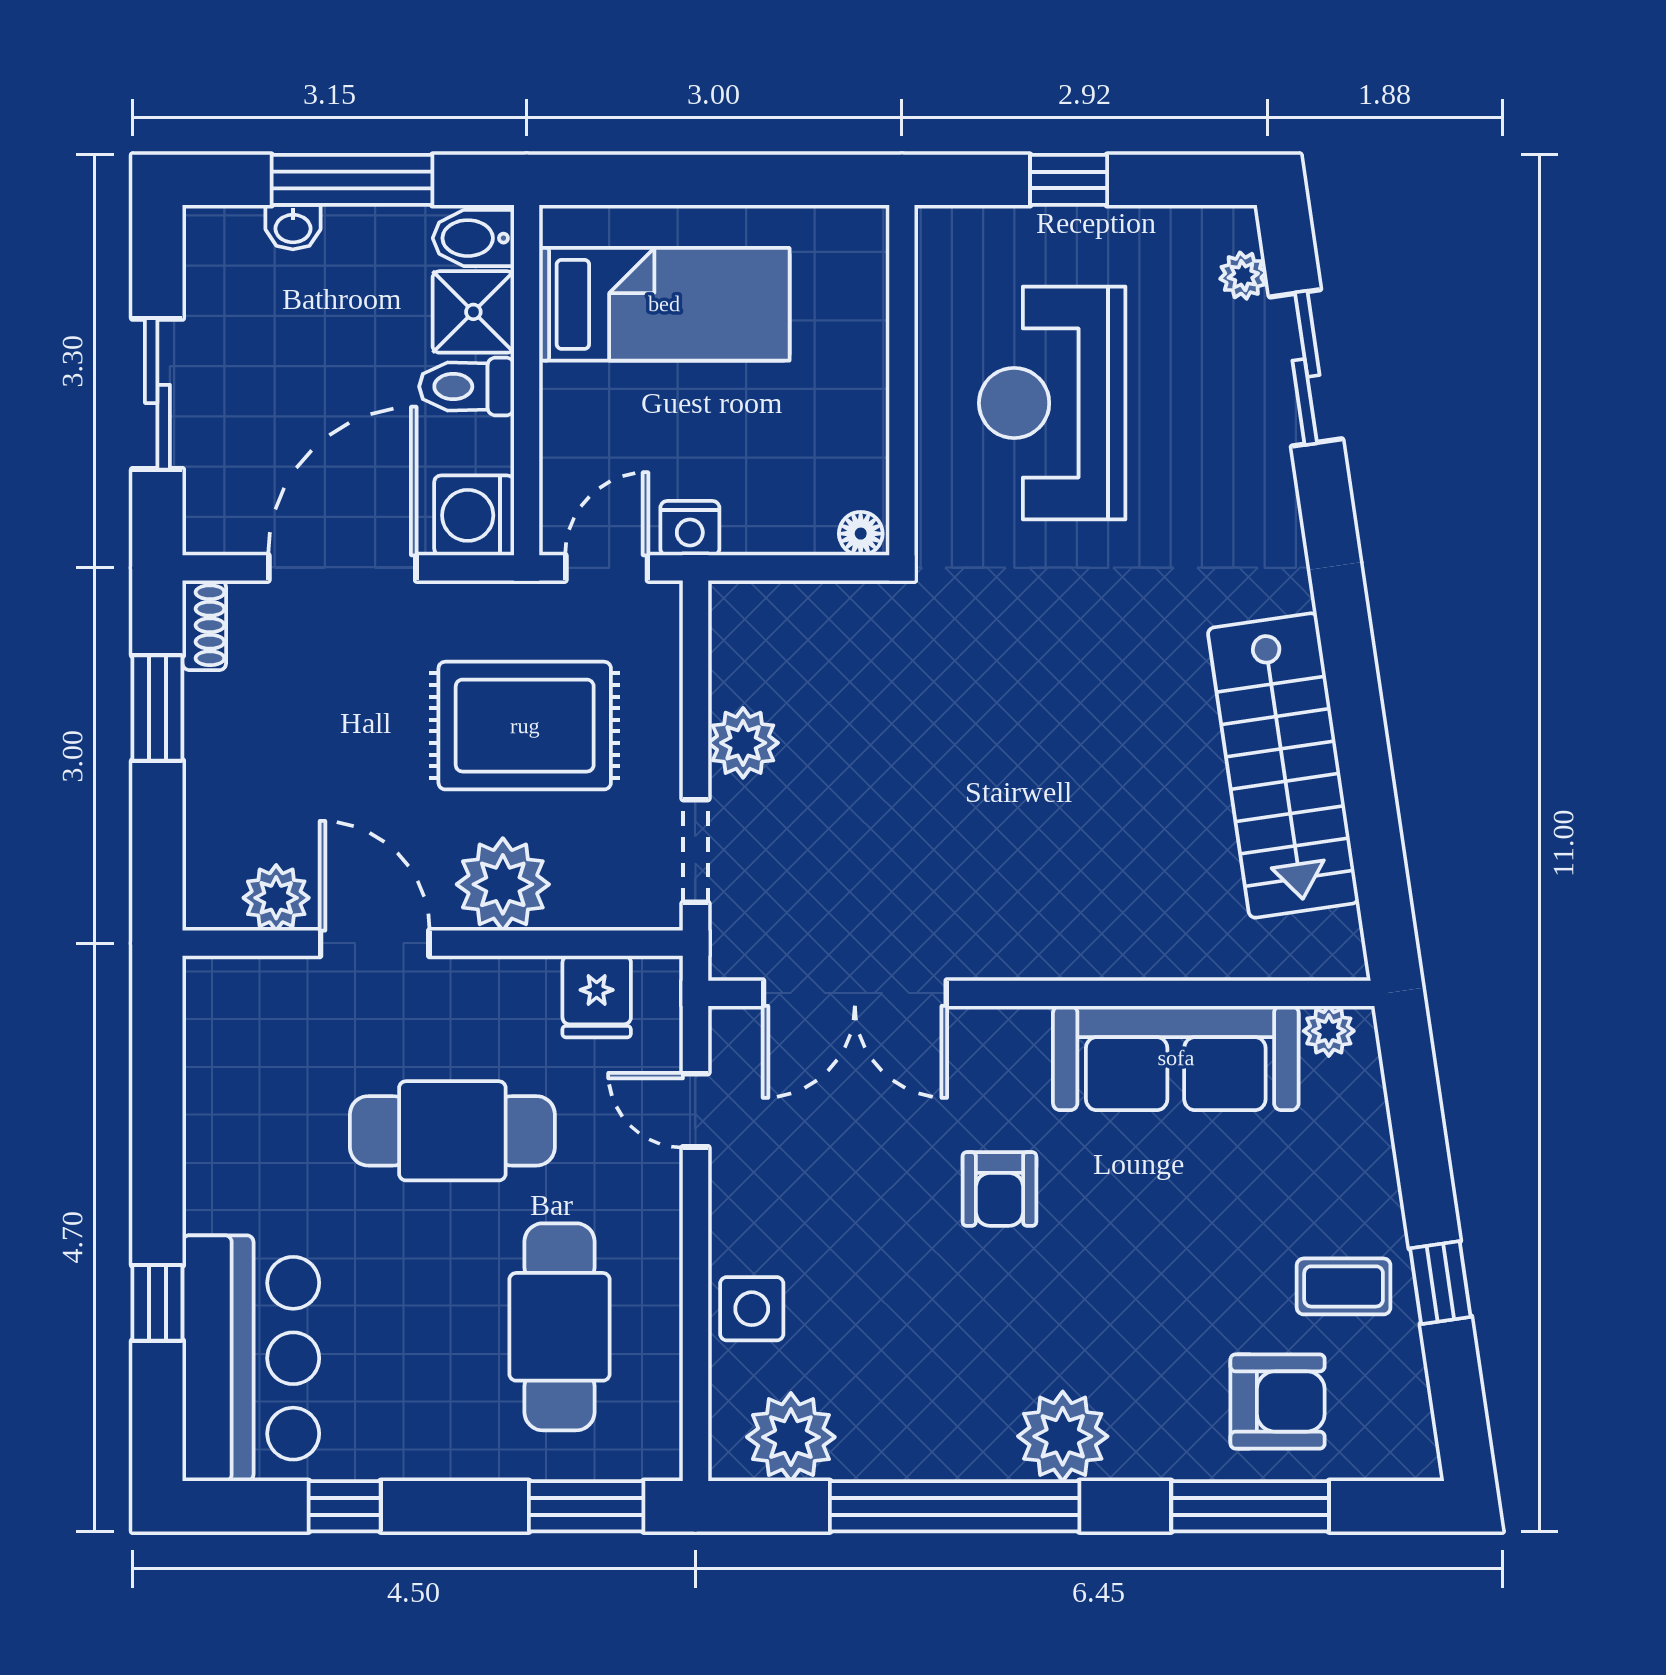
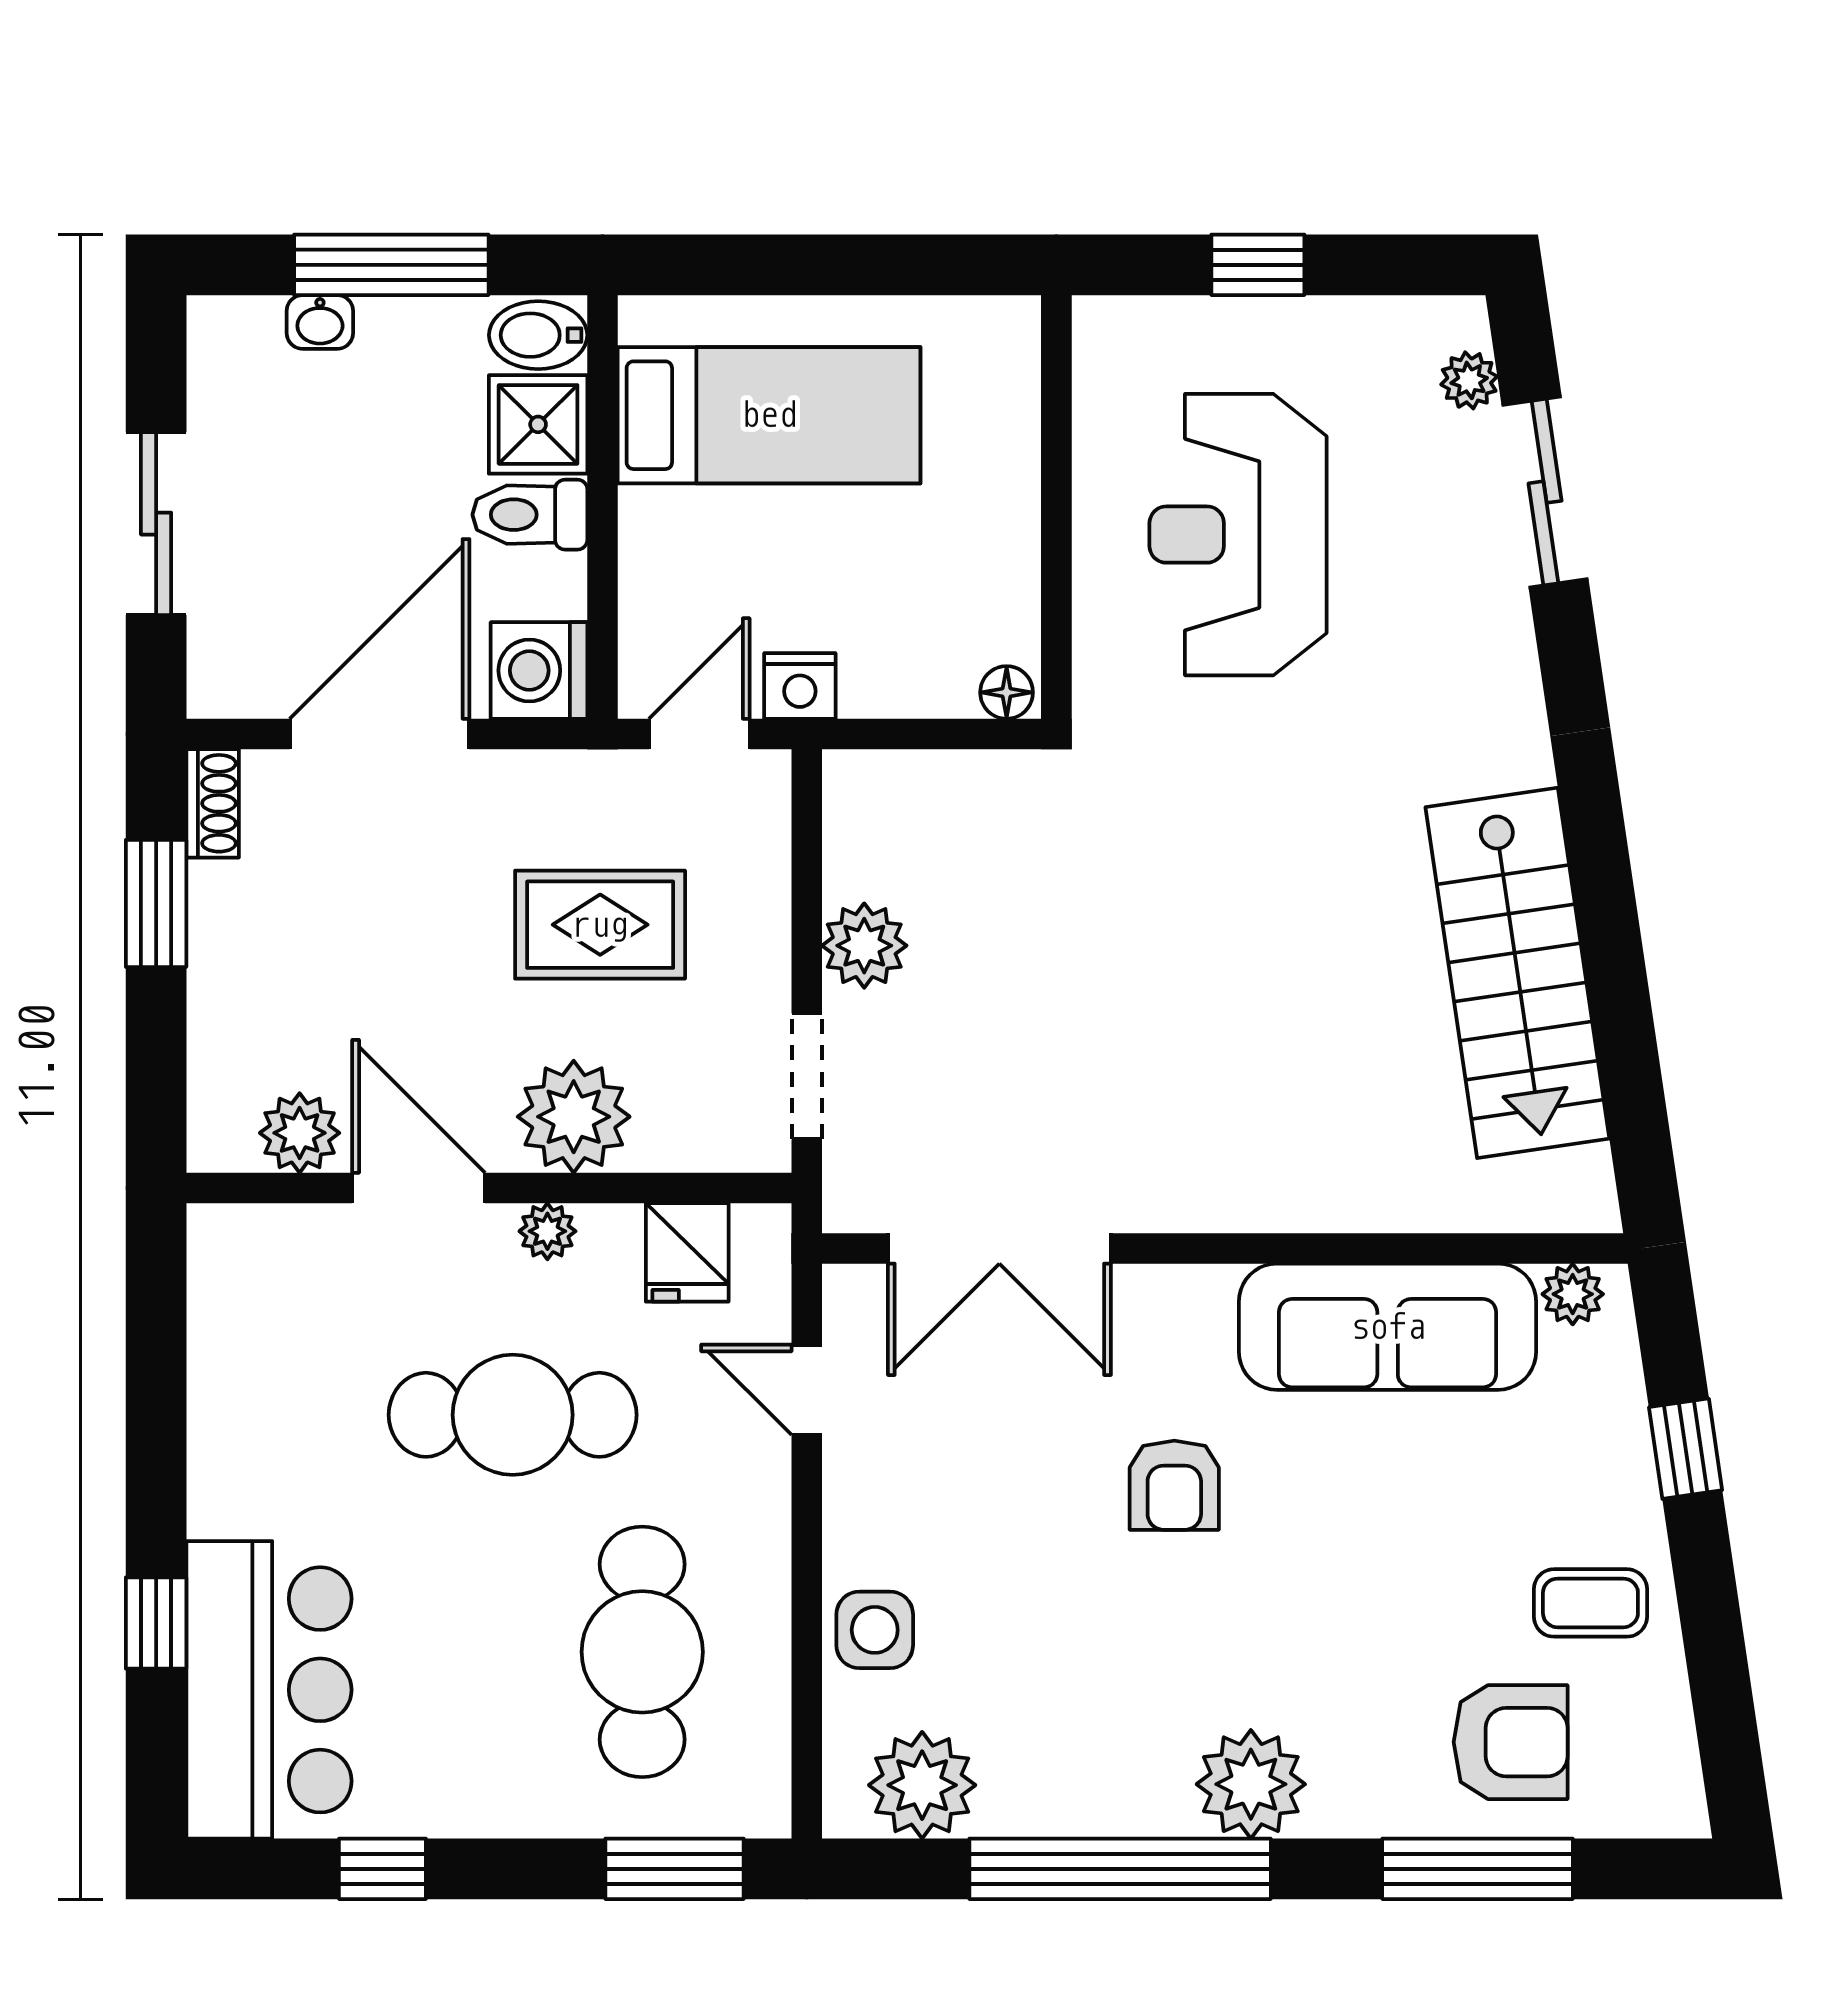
rug: (525, 726) -> (600, 925), width x0.73, depth x0.70
plant: (481, 979) -> (547, 1231), added
window: (1440, 1283) -> (1686, 1449), moved

